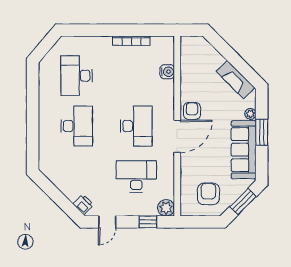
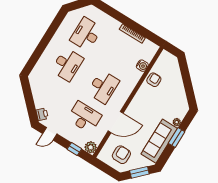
fireplace: (235, 80) -> (180, 96), removed
armchair: (192, 111) -> (154, 80), moved
door: (177, 136) -> (116, 122), moved

